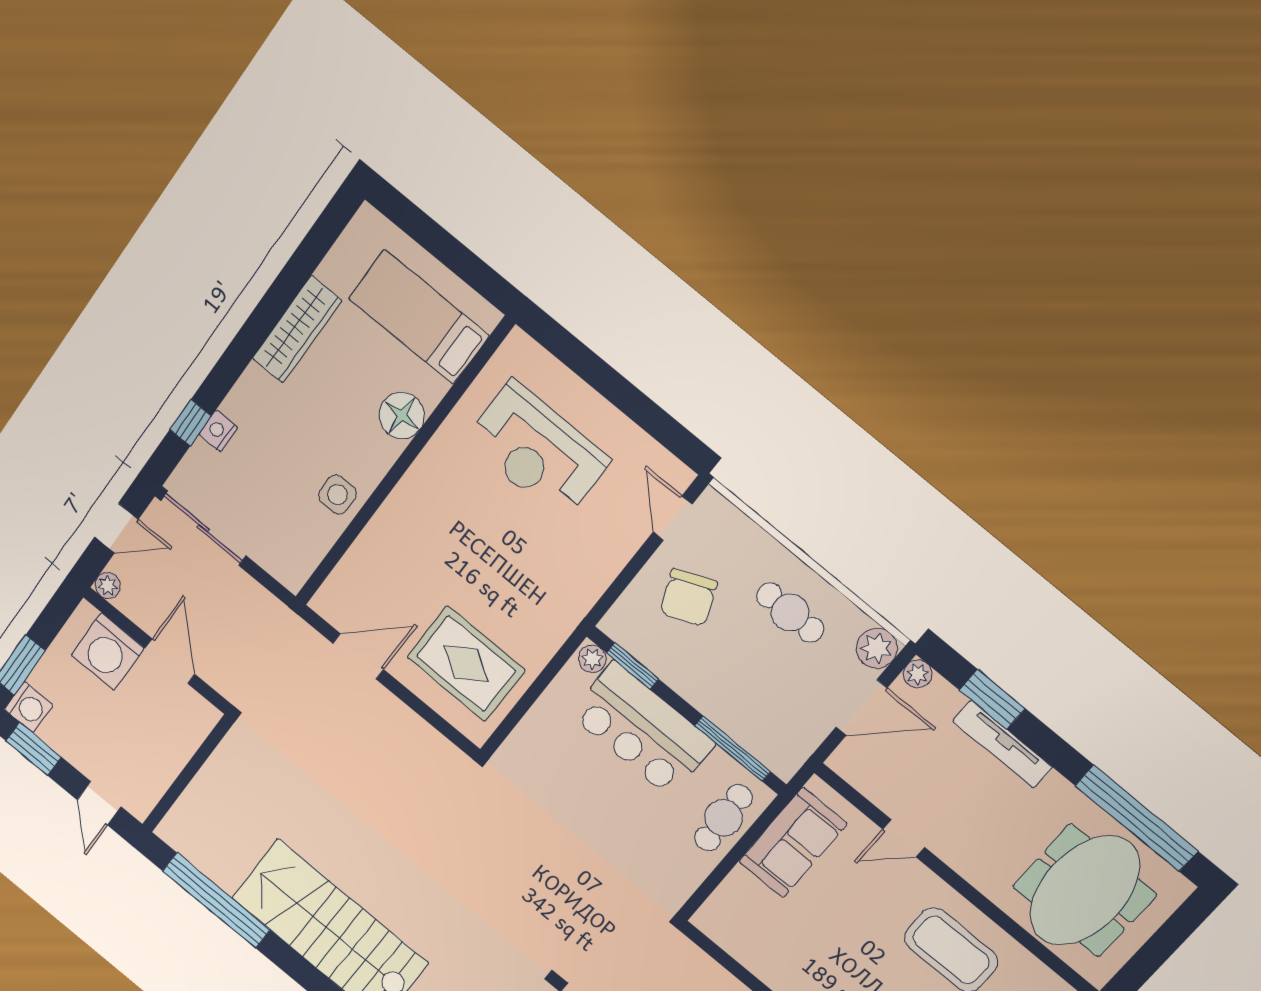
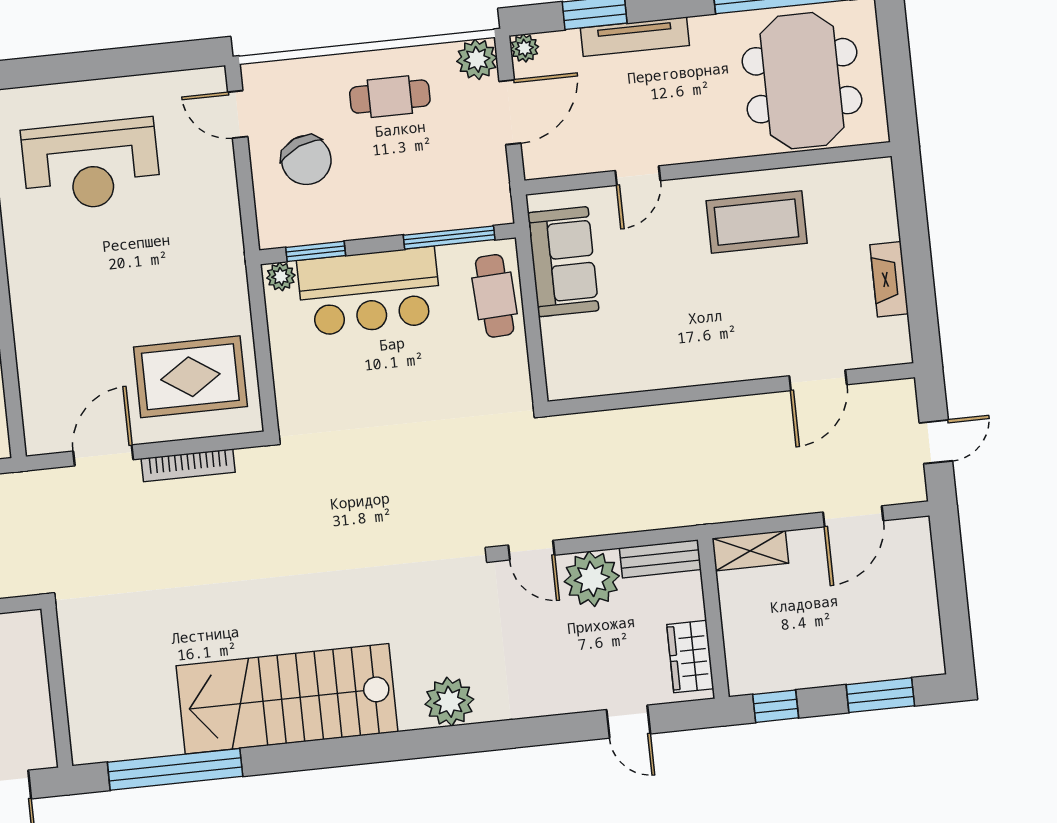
bookcase: (408, 720) -> (188, 465), added

